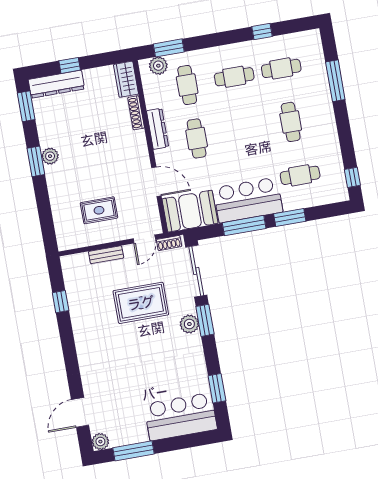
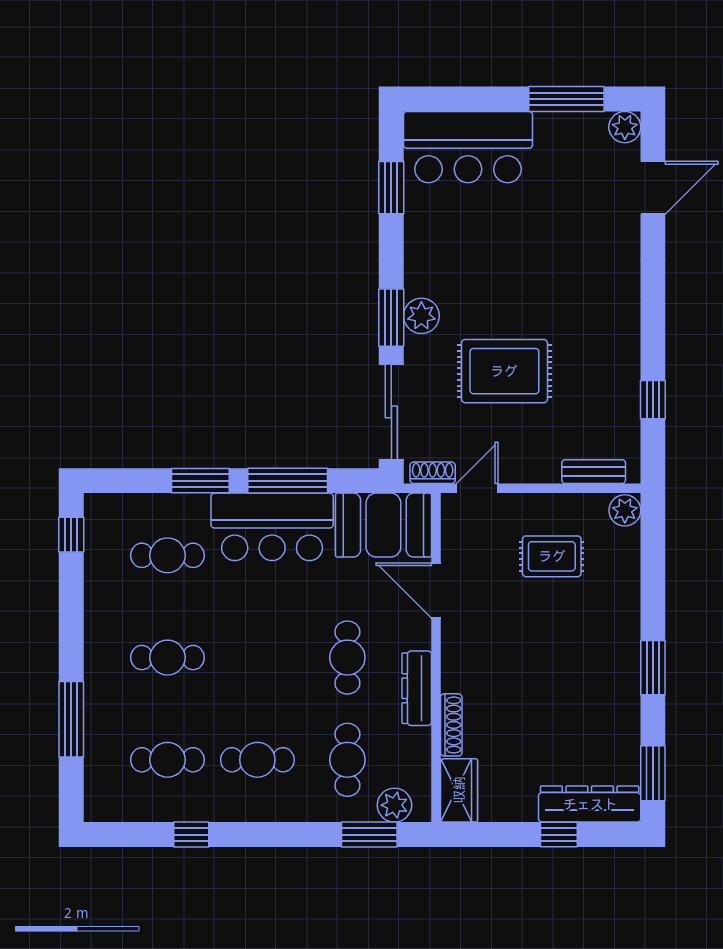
cafe table: (291, 122) -> (167, 658), turned 90
plant: (50, 156) -> (625, 510), moved
bench: (106, 255) -> (594, 472), moved

